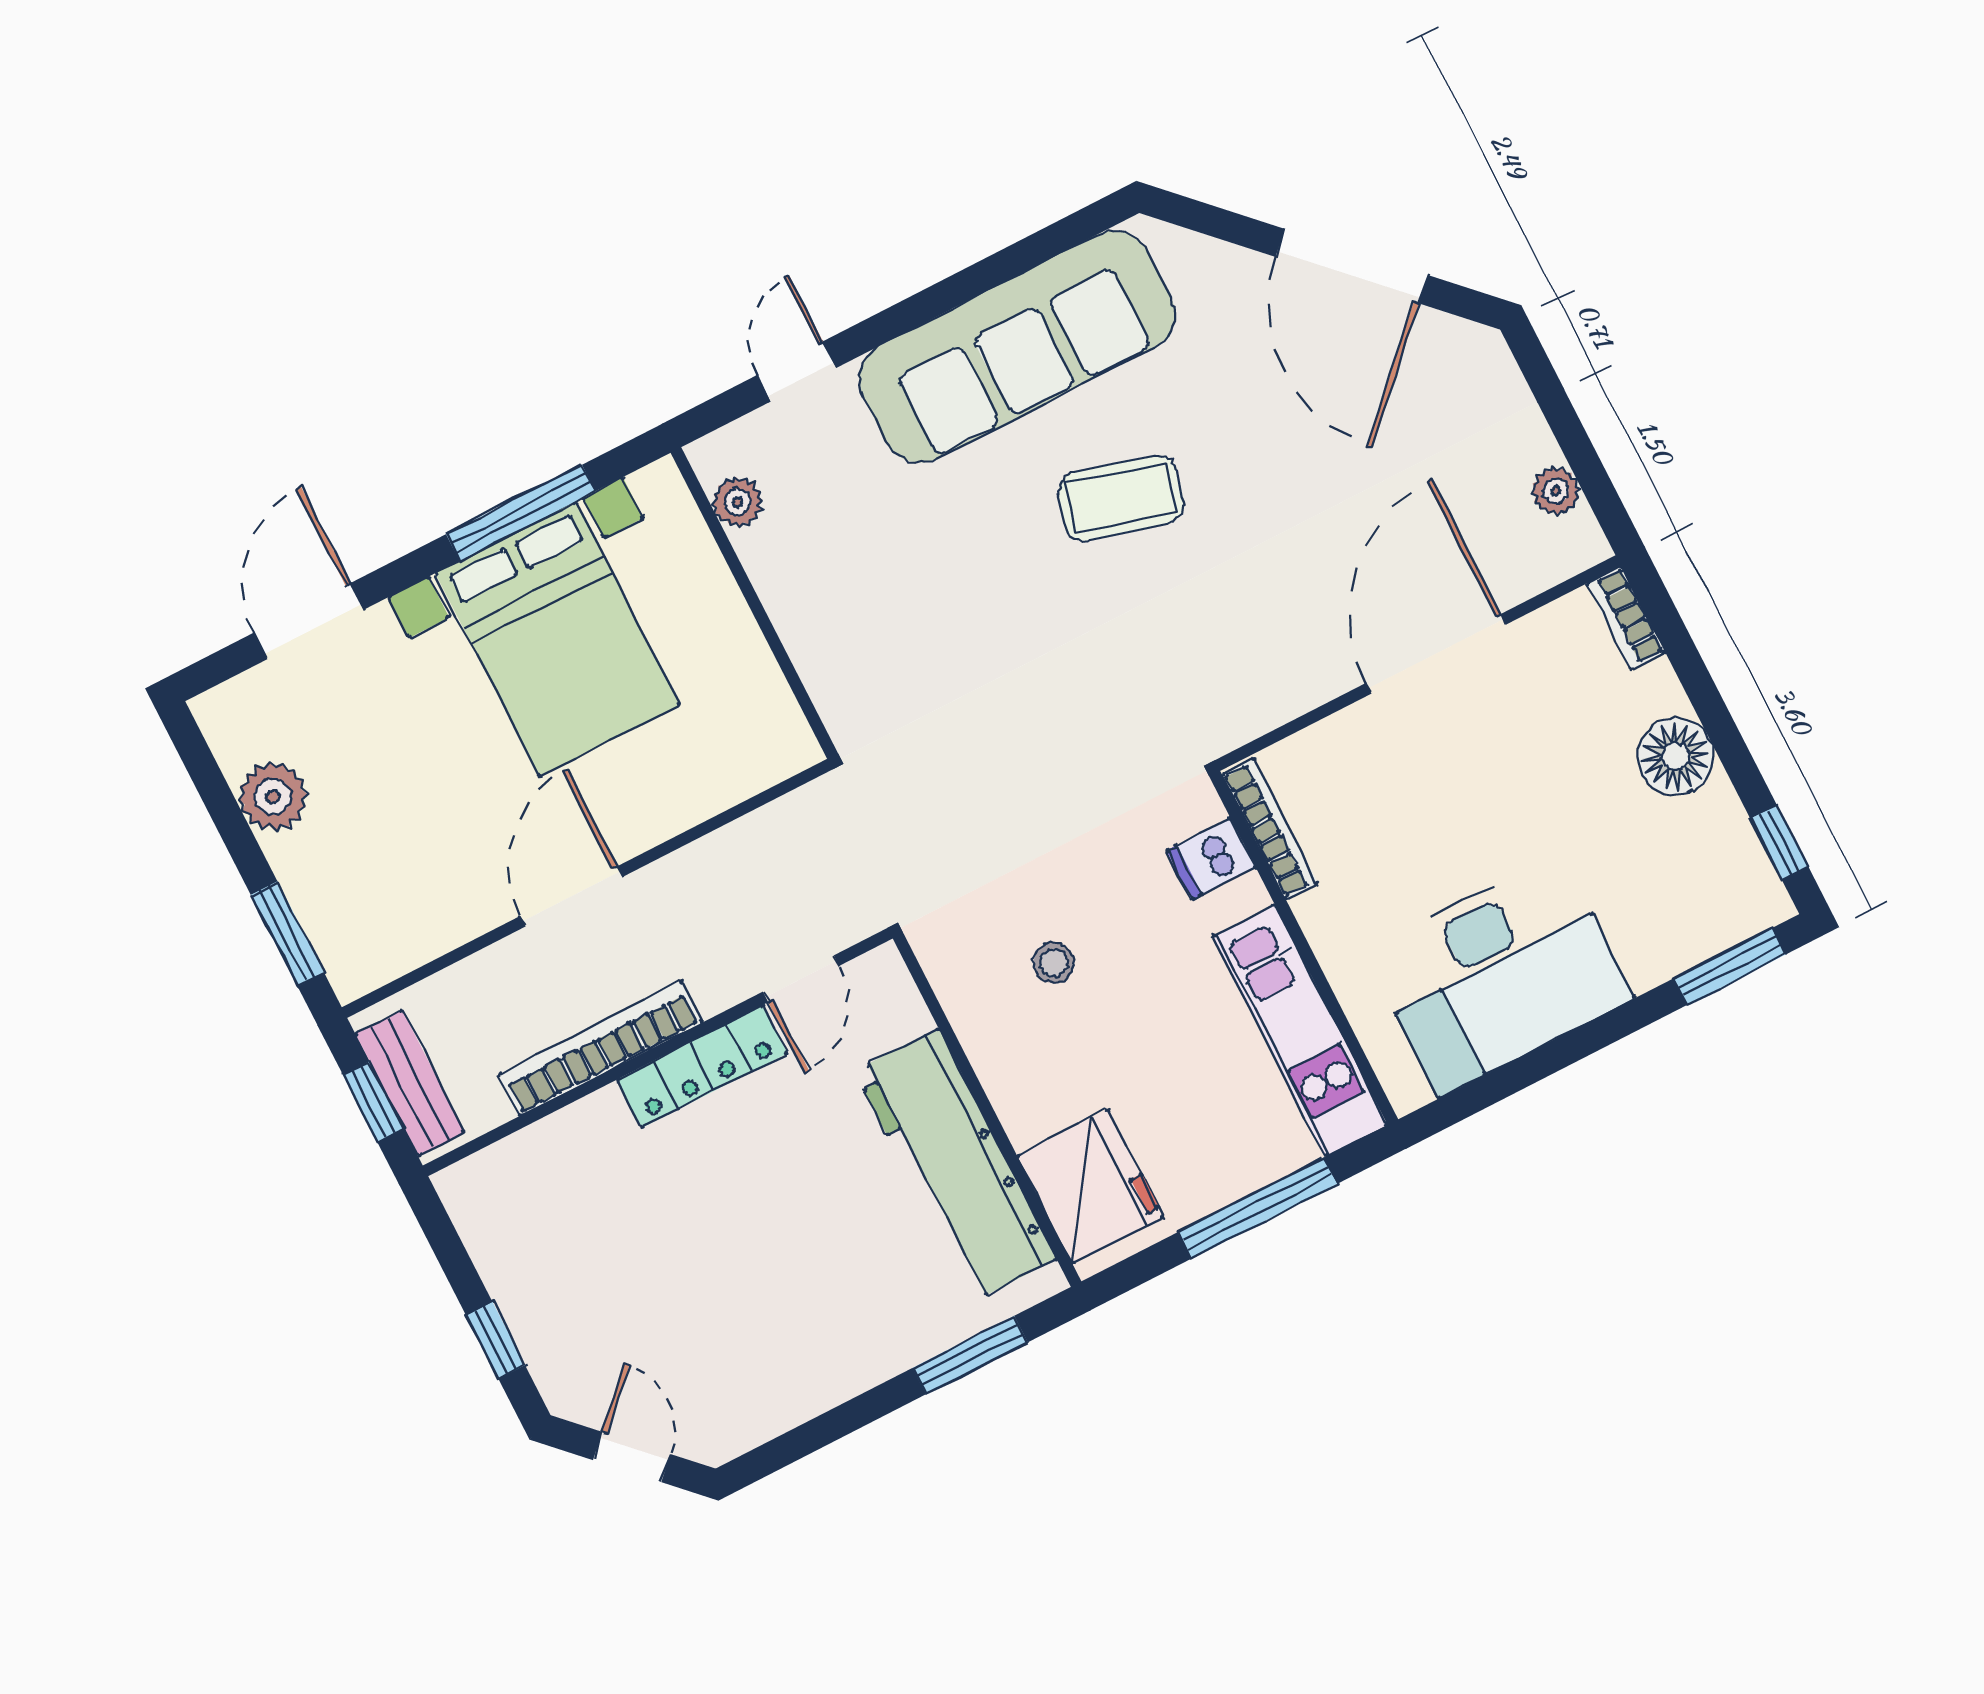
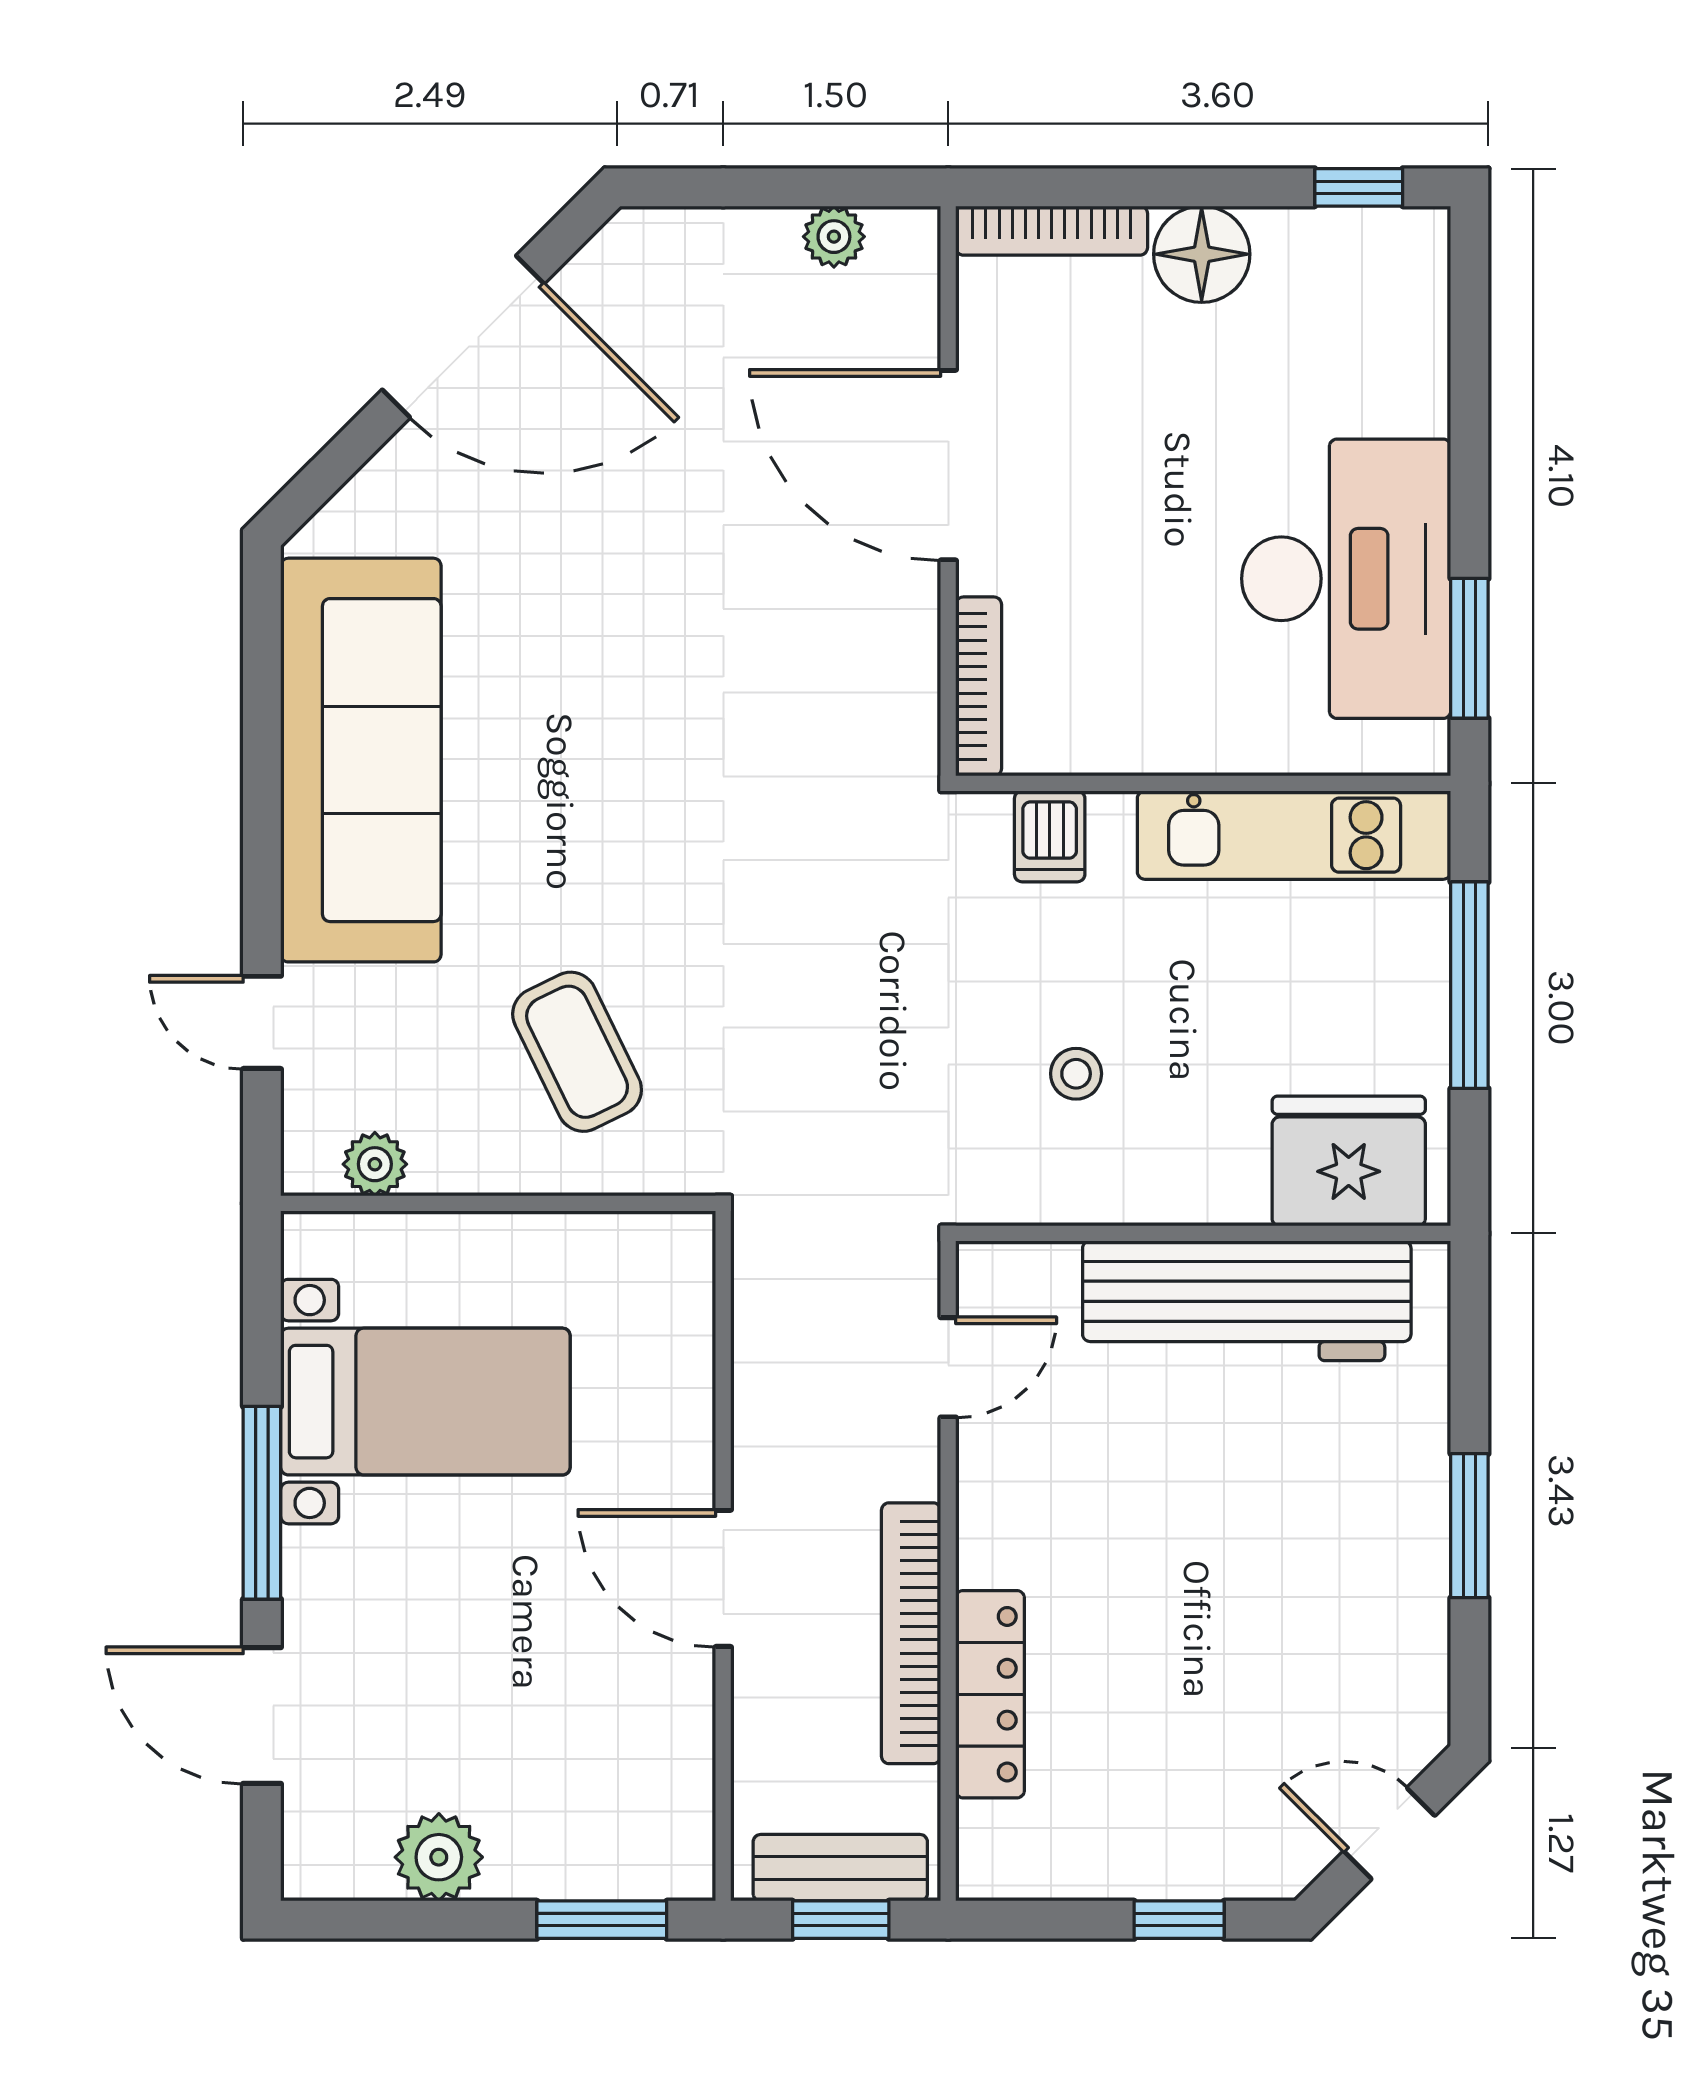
coffee table: (1121, 498) -> (577, 1052), moved, turned -41
window: (521, 513) -> (262, 1503), moved
bookcase: (1626, 618) -> (1052, 231), width x1.56
bed with nightstands: (558, 639) -> (425, 1402), width x0.73
bookcase: (1270, 829) -> (979, 686), moved, turned 90
window: (1730, 967) -> (1469, 648), moved
door: (801, 979) -> (948, 1367), hinge flipped
locker: (702, 1066) -> (990, 1694), moved
window: (970, 1355) -> (1469, 1526), moved

